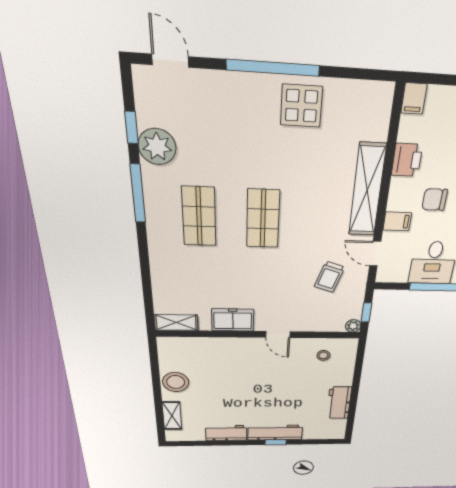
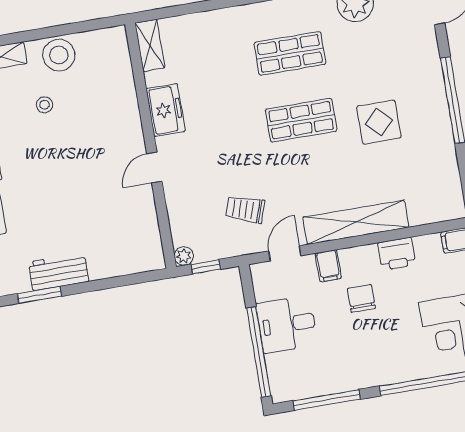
display table: (301, 106) -> (379, 122), moved
stool: (323, 355) -> (44, 105), moved
window: (351, 415) -> (39, 295), added

